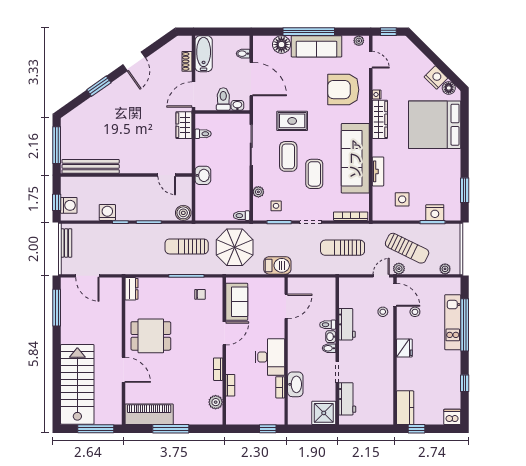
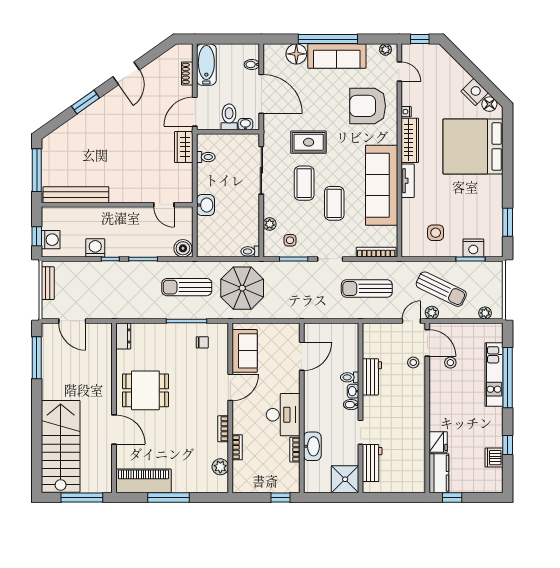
tv unit: (378, 171) -> (408, 181), moved
barbecue: (277, 265) -> (292, 309), removed
fridge: (404, 348) -> (438, 442), moved
dishwasher: (452, 417) -> (494, 458), moved, turned -90

